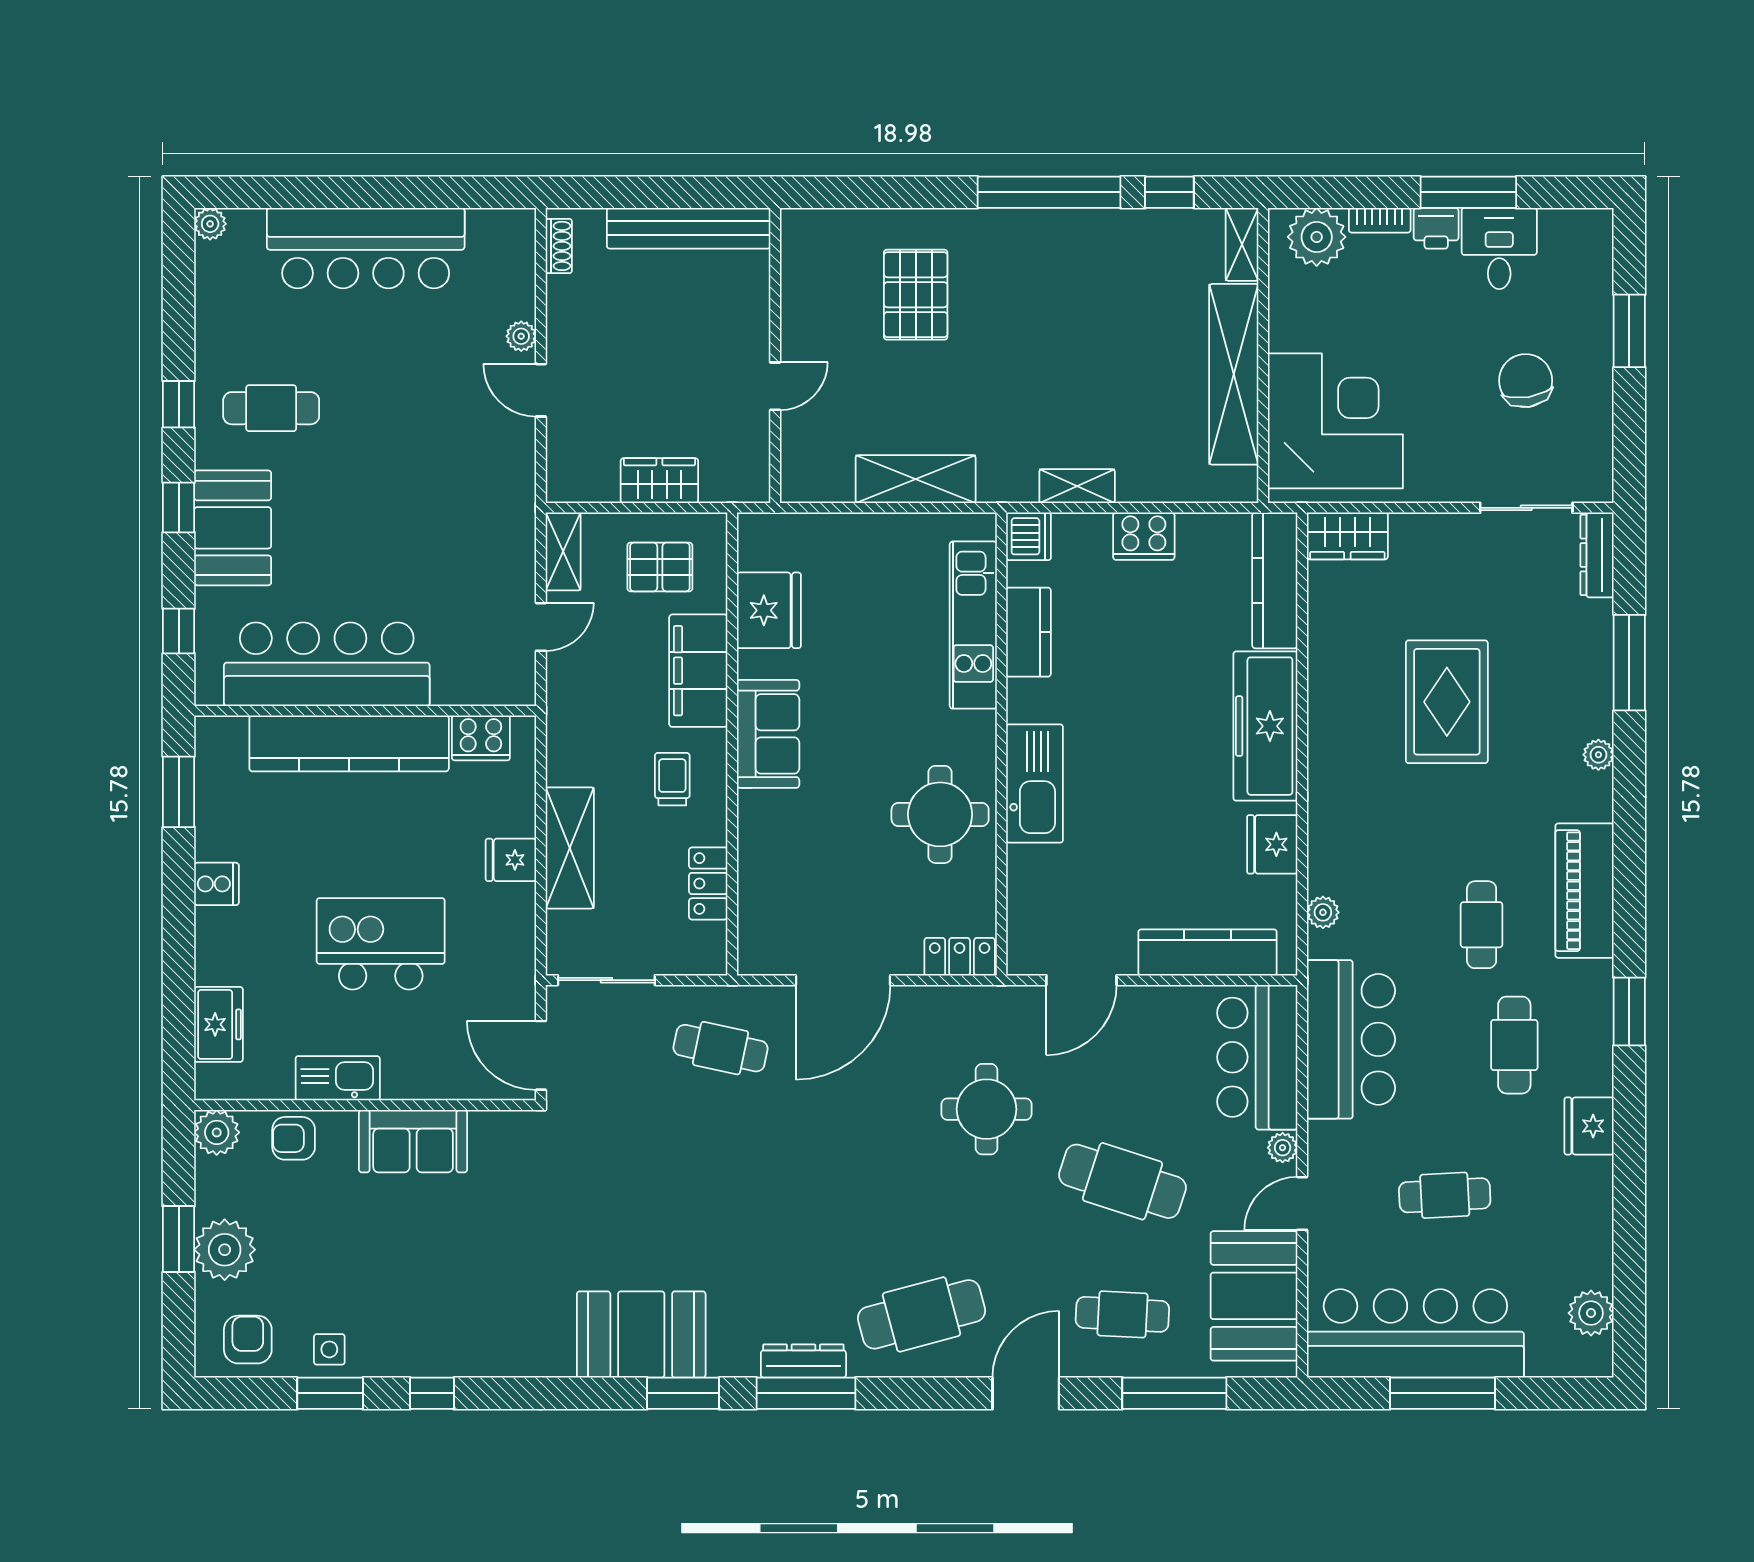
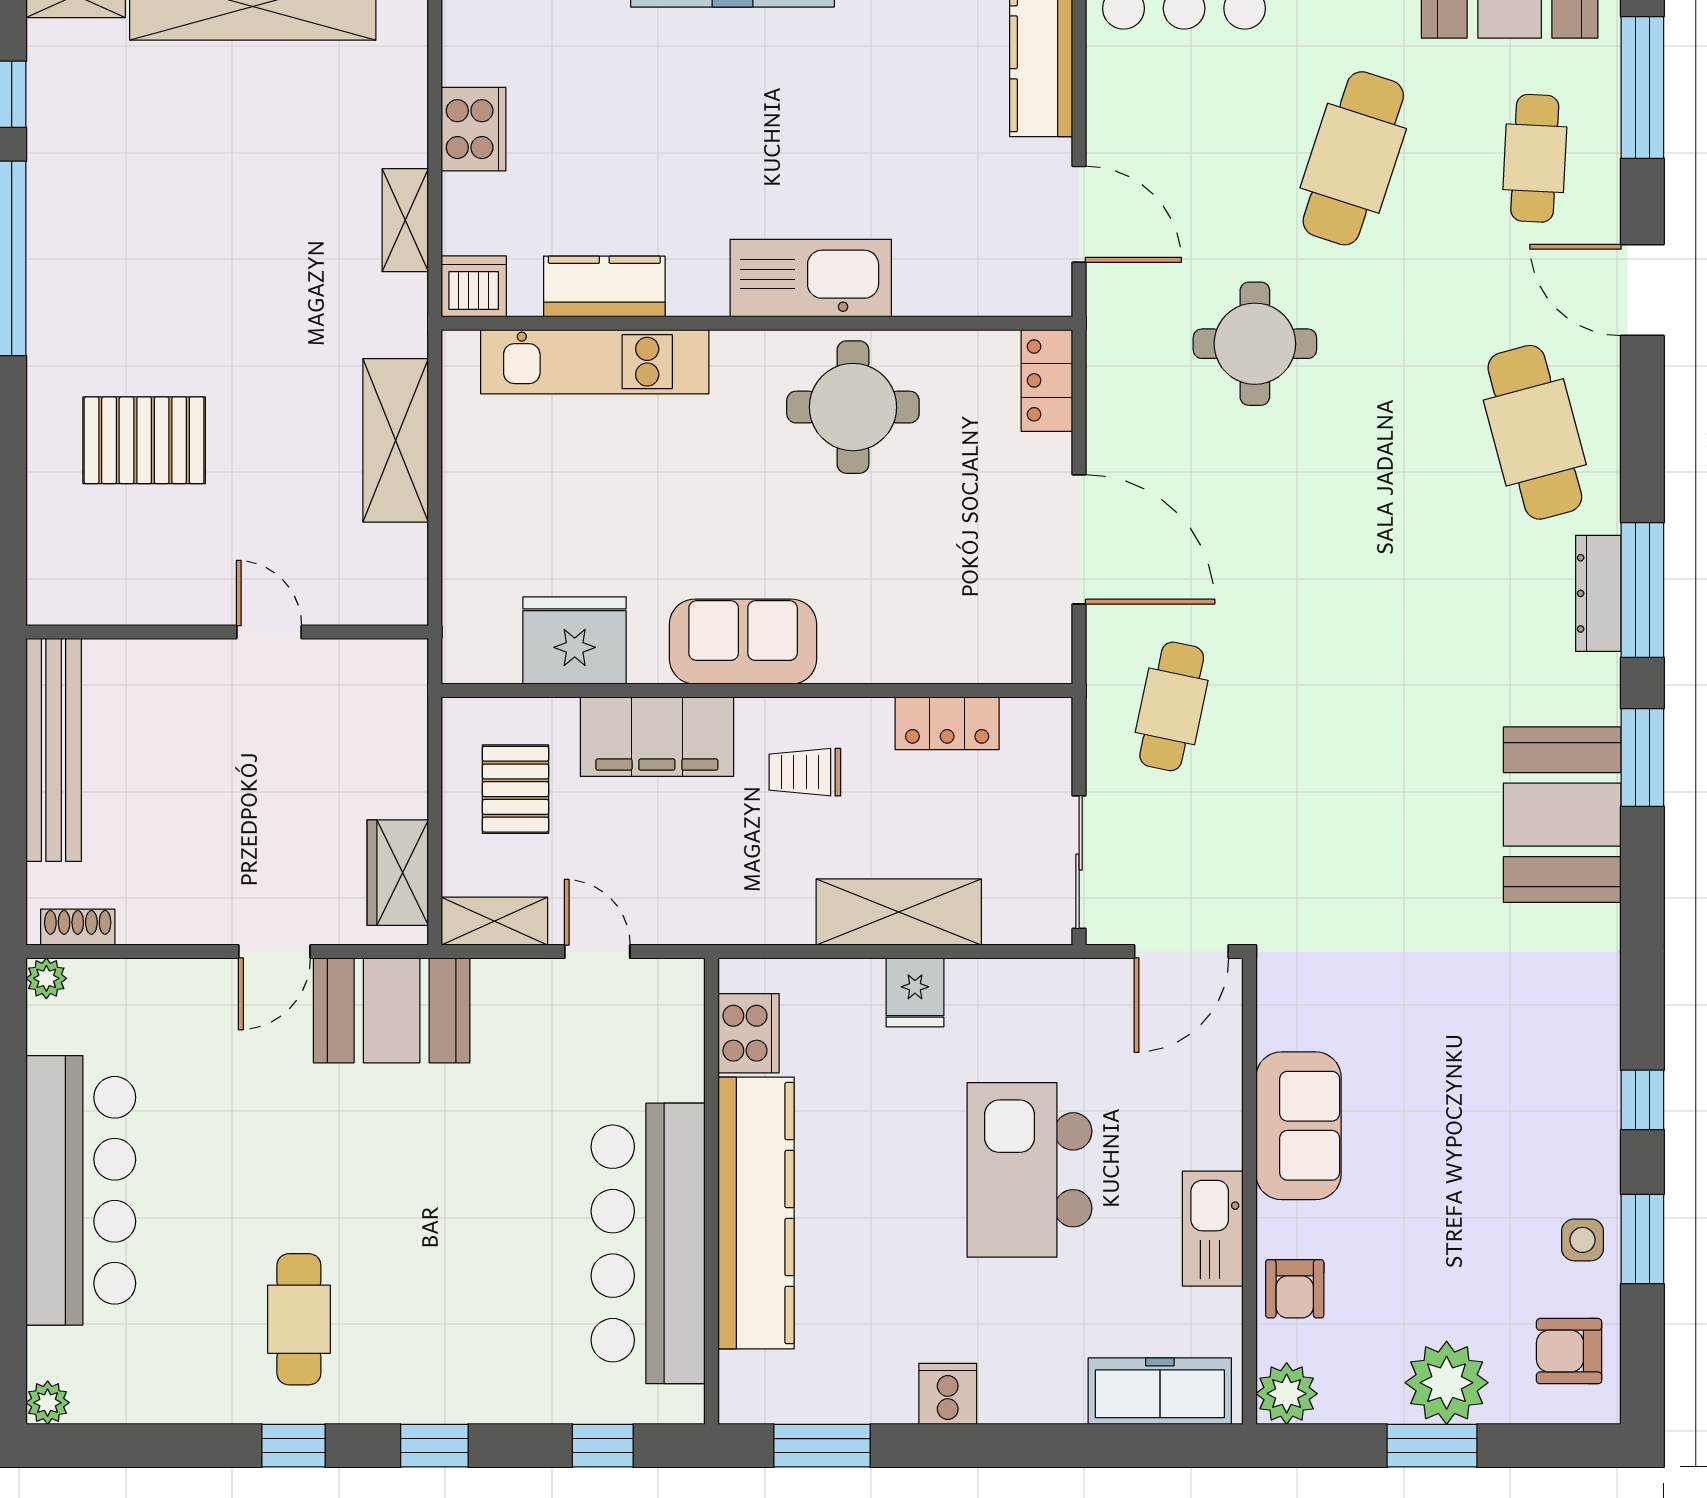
plant: (521, 336) -> (46, 978), moved
wardrobe: (659, 481) -> (398, 873), moved
booth: (233, 528) -> (392, 1010), moved
freezer: (219, 1024) -> (1160, 1391), width x1.40

